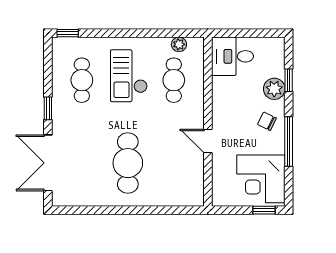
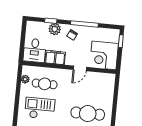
checkout: (129, 76) -> (40, 108), turned 180
filing cabinet: (223, 95) -> (55, 57), added
corner desk: (261, 179) -> (104, 55), moved, turned 90

